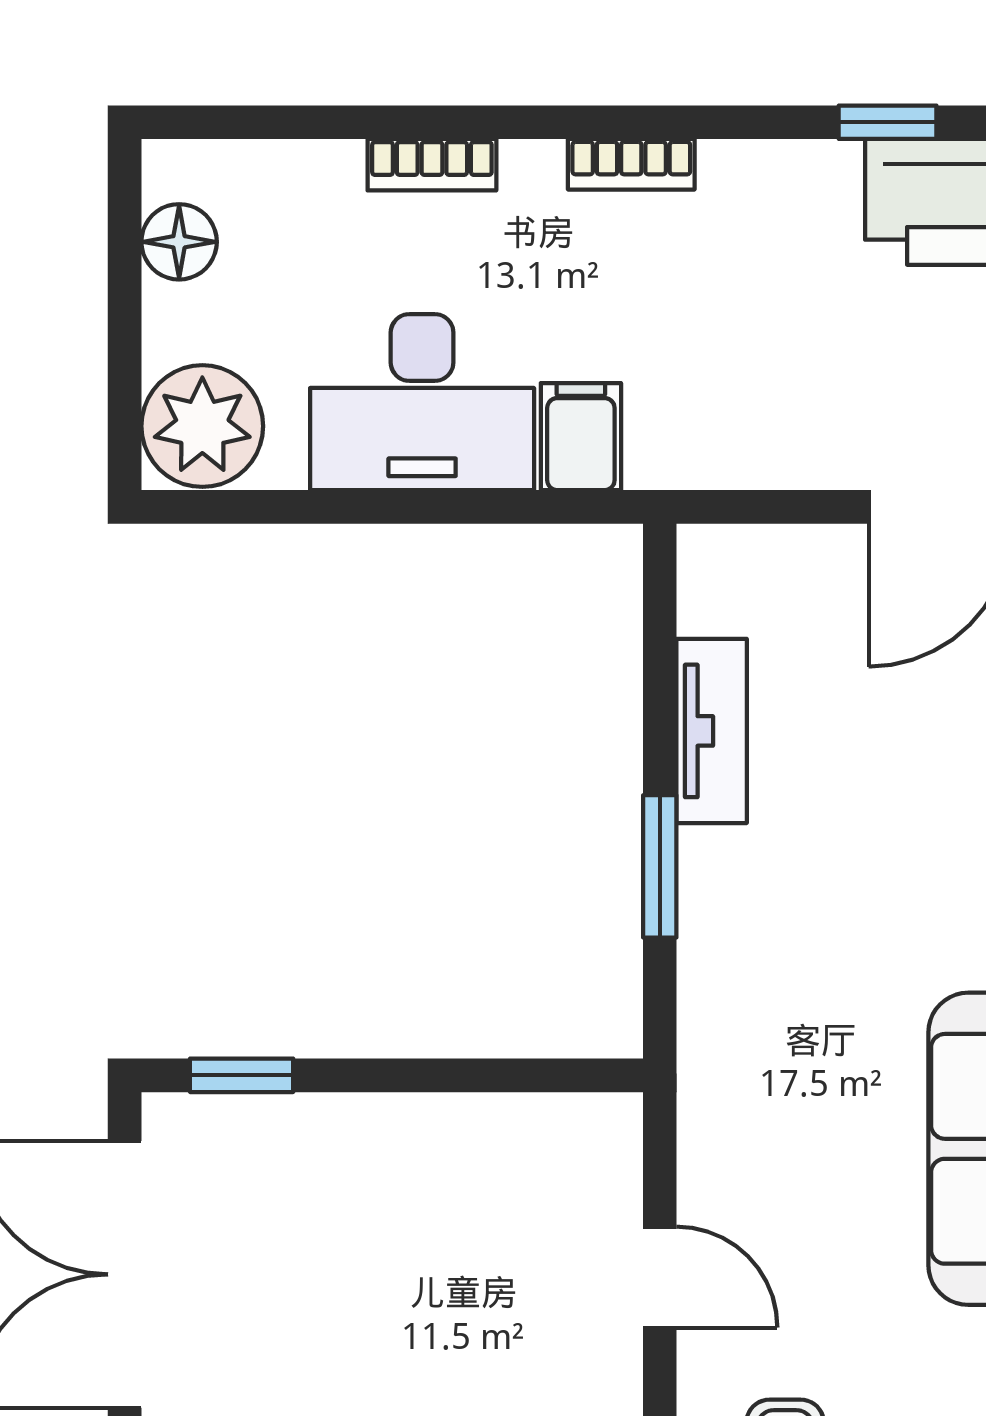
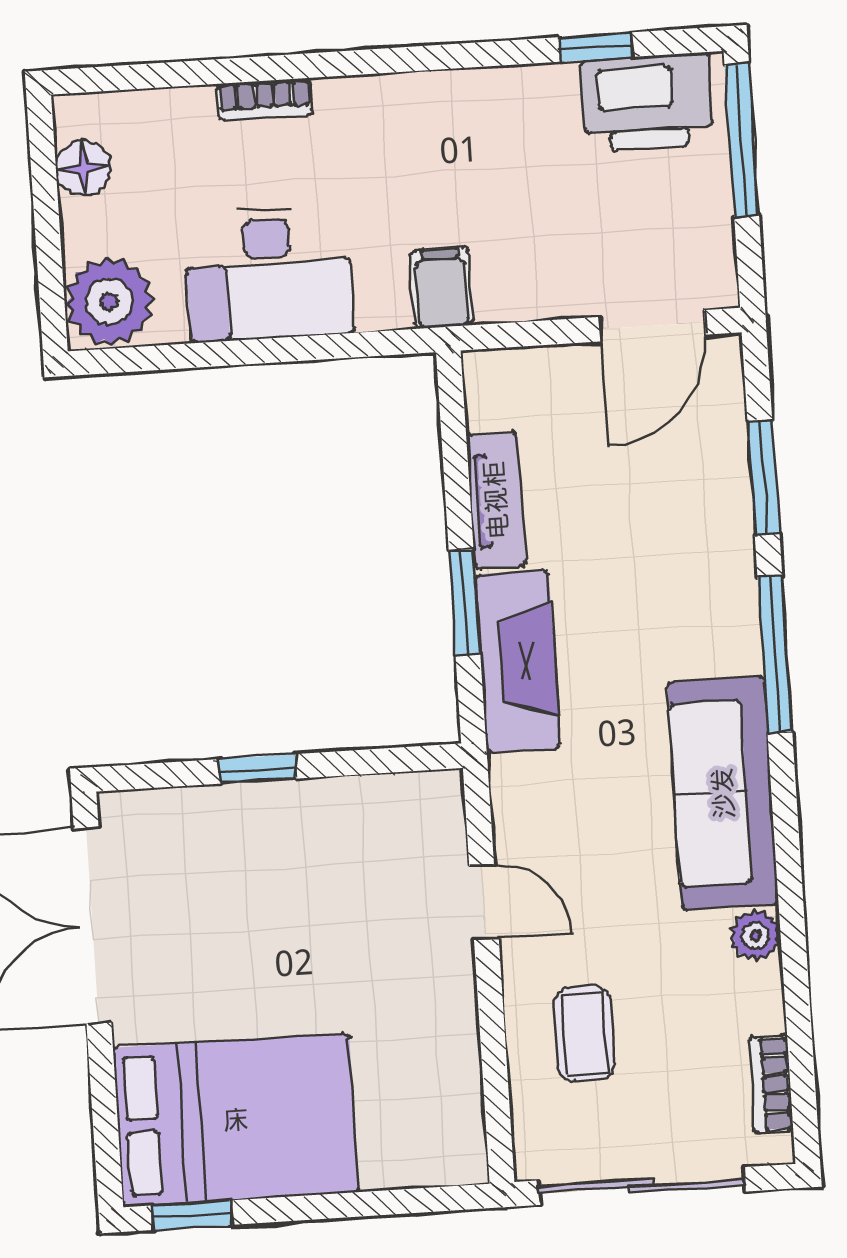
bookcase: (631, 164) -> (410, 90), removed
filing cabinet: (581, 437) -> (442, 288), moved
fireplace: (727, 952) -> (518, 661), added
window: (242, 1075) -> (258, 769), moved

